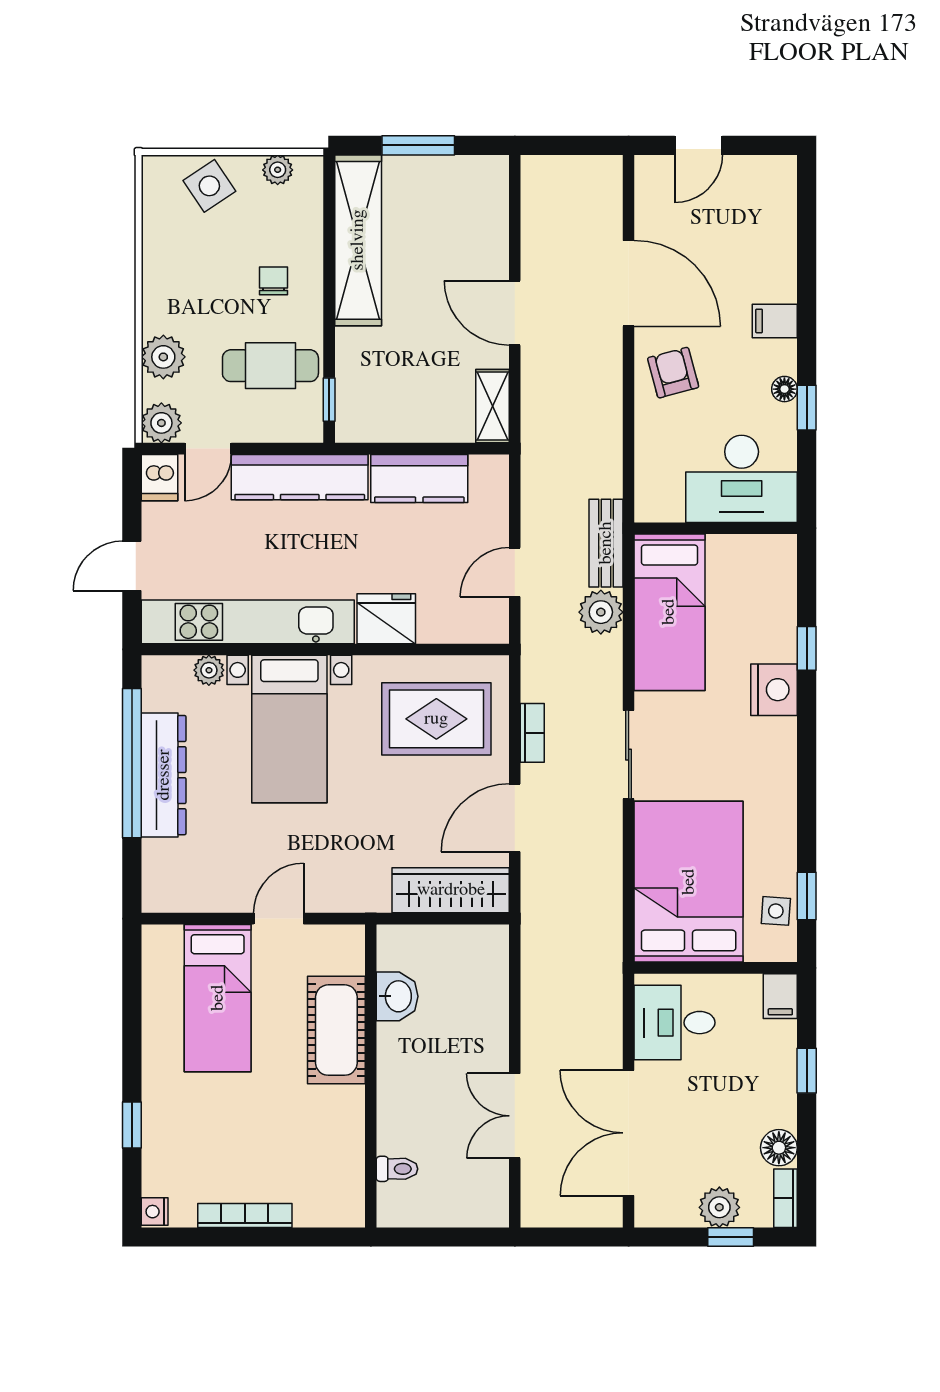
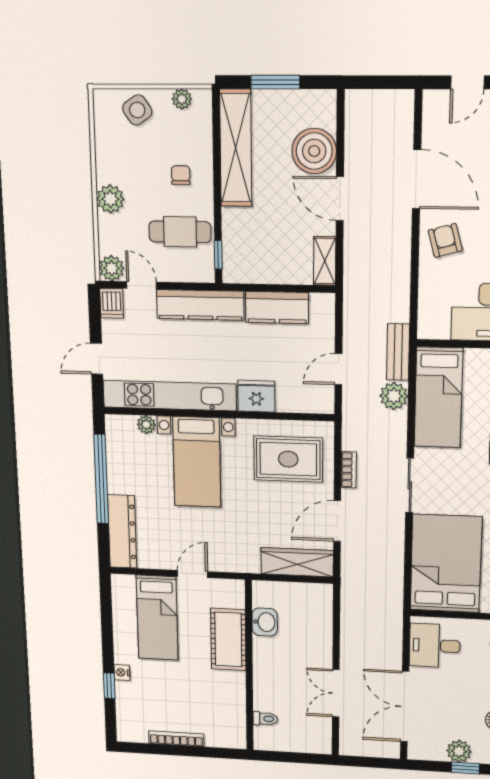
boiler: (476, 244) -> (314, 151), added
plant: (163, 357) -> (110, 199), moved
door: (208, 449) -> (142, 285), swing flipped
dresser: (164, 775) -> (122, 532), moved
nightstand: (155, 1212) -> (122, 672), moved

